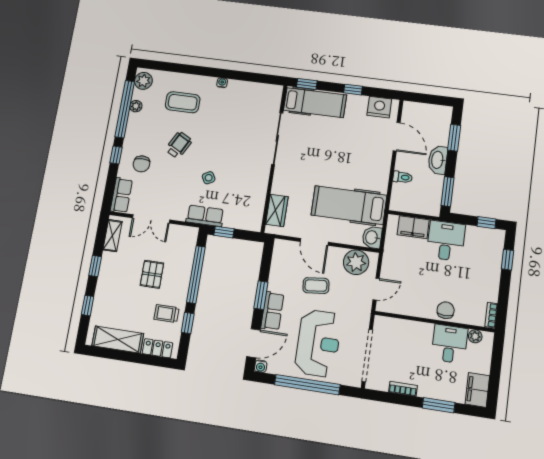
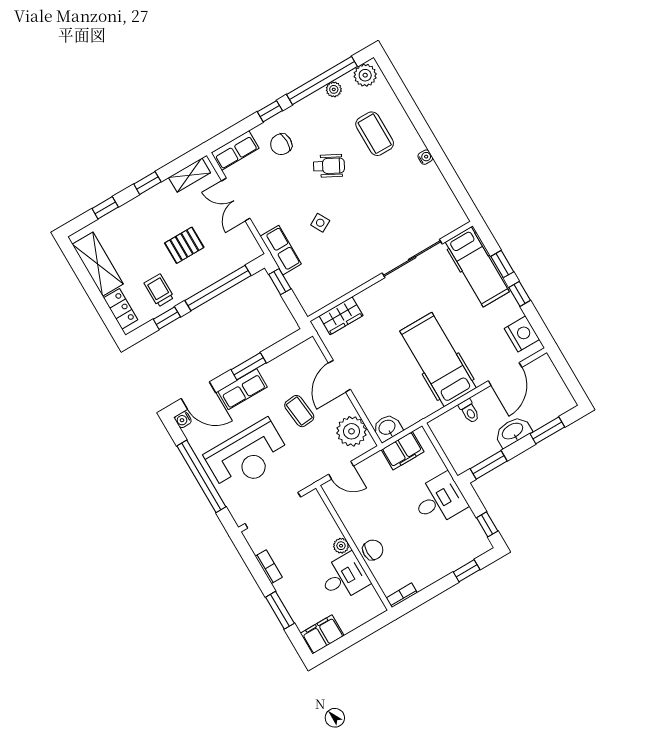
window: (307, 84) -> (502, 264), moved
hospital bed: (349, 205) -> (438, 360), moved
filing cabinet: (413, 227) -> (403, 451), moved, turned -90
plant: (475, 336) -> (341, 546), moved

